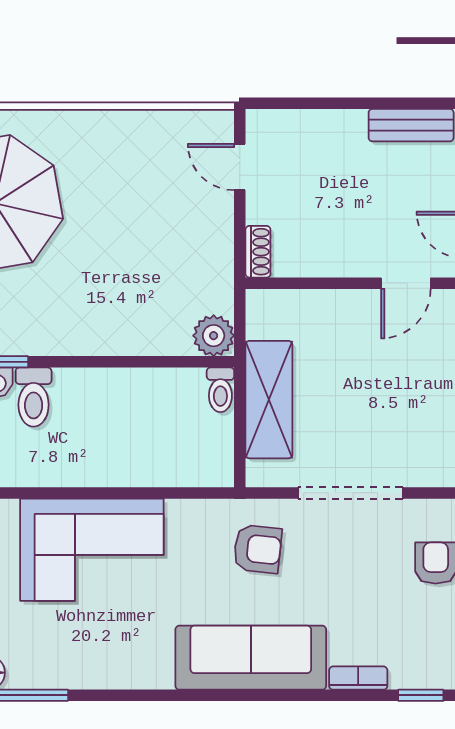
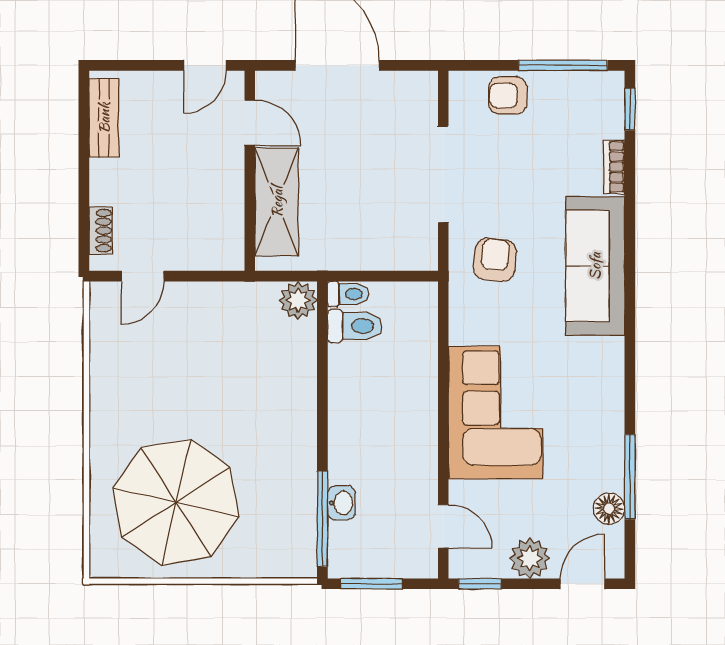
shoe rack: (258, 252) -> (101, 231), moved, turned 90
toilet: (34, 397) -> (355, 326), moved
shelving: (269, 400) -> (277, 202), moved, turned 90

